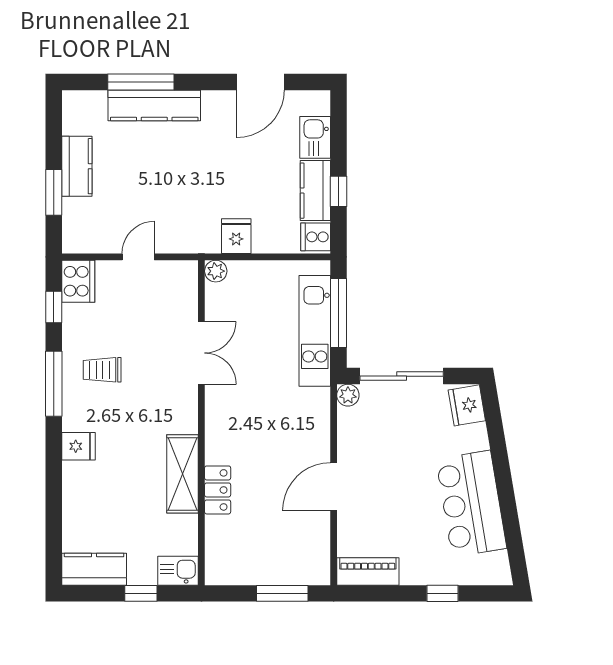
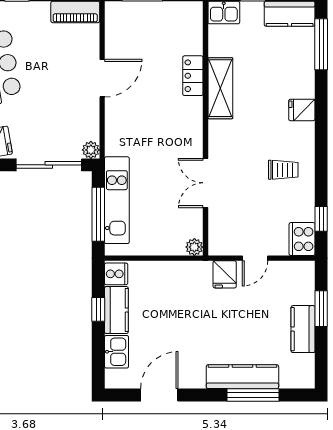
fridge: (236, 236) -> (225, 274), moved
window: (54, 384) -> (321, 44), moved

